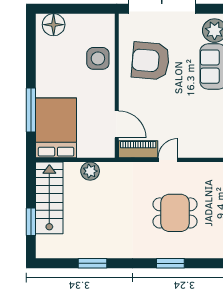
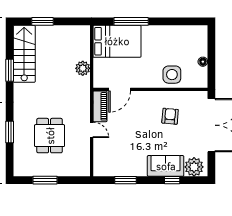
floor lamp: (54, 25) -> (203, 62), moved, width x0.53, depth x0.53
armchair: (151, 61) -> (170, 116), width x0.53, depth x0.53
stairs: (49, 198) -> (24, 54), moved, turned -90

